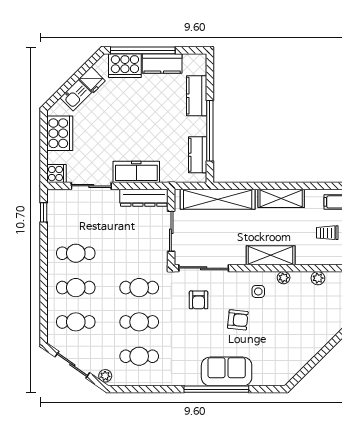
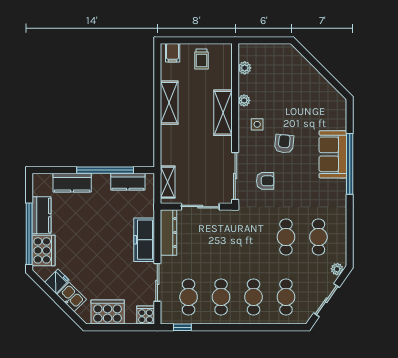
shelving: (218, 199) -> (168, 182), width x0.45, depth x0.75
cafe table: (139, 288) -> (189, 297), moved

